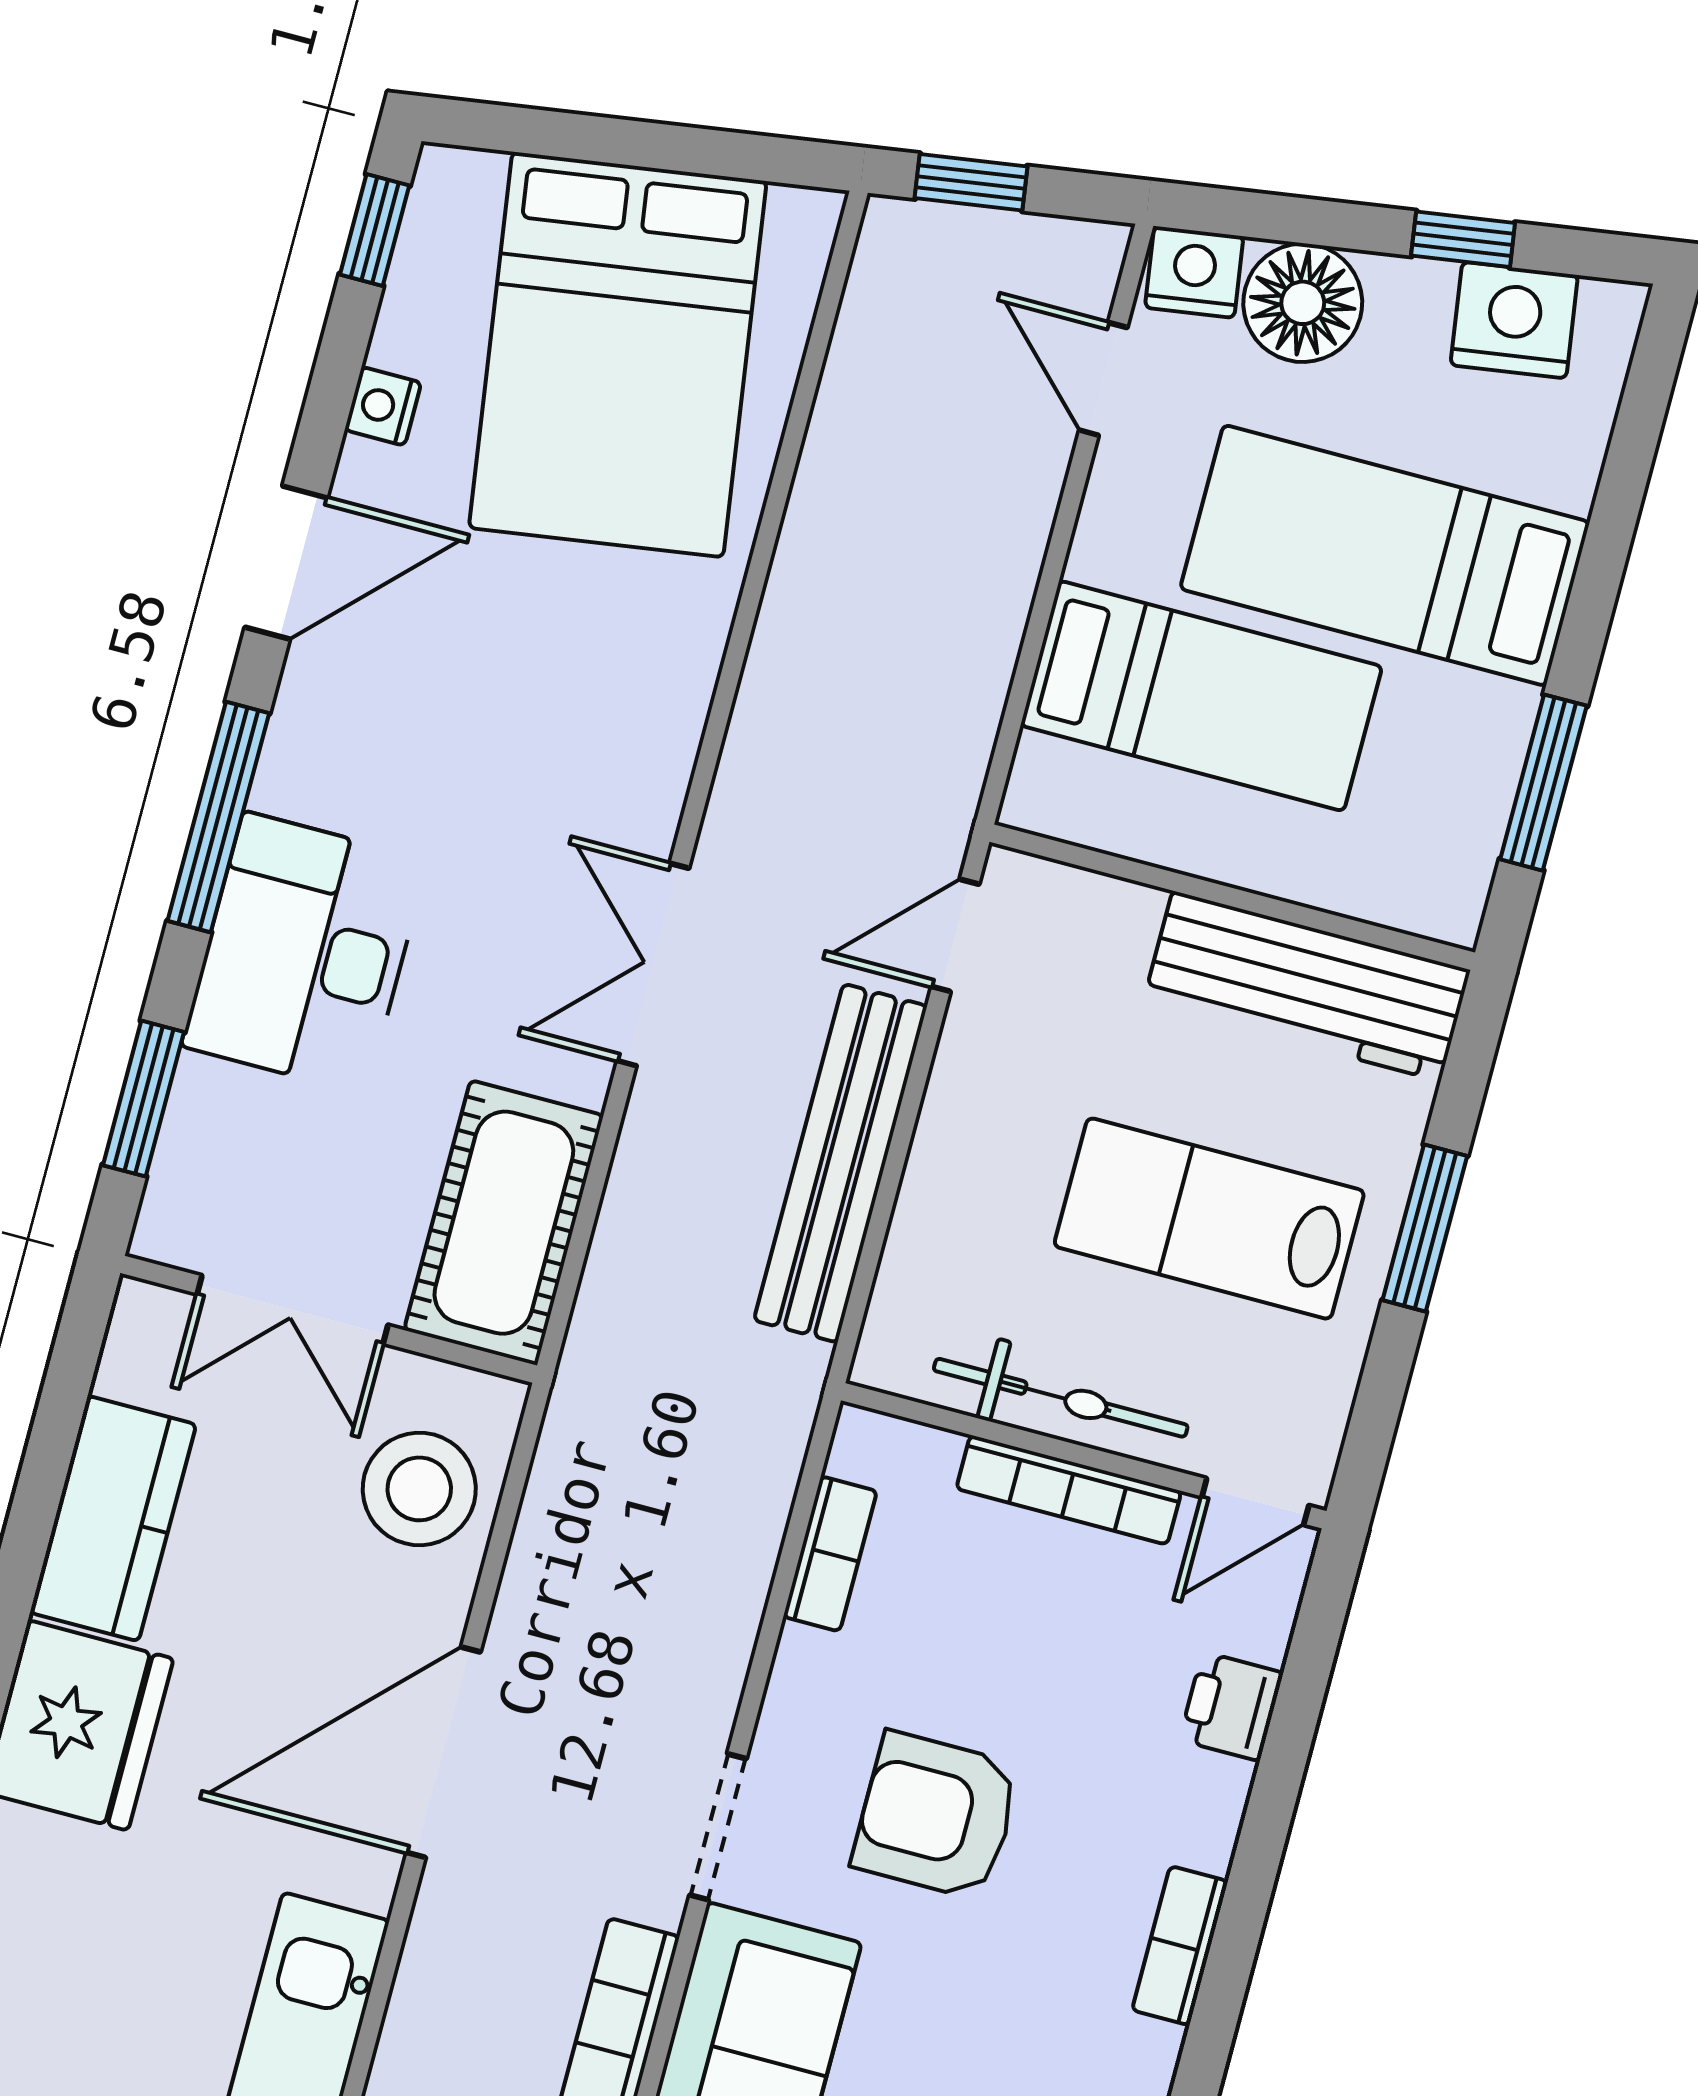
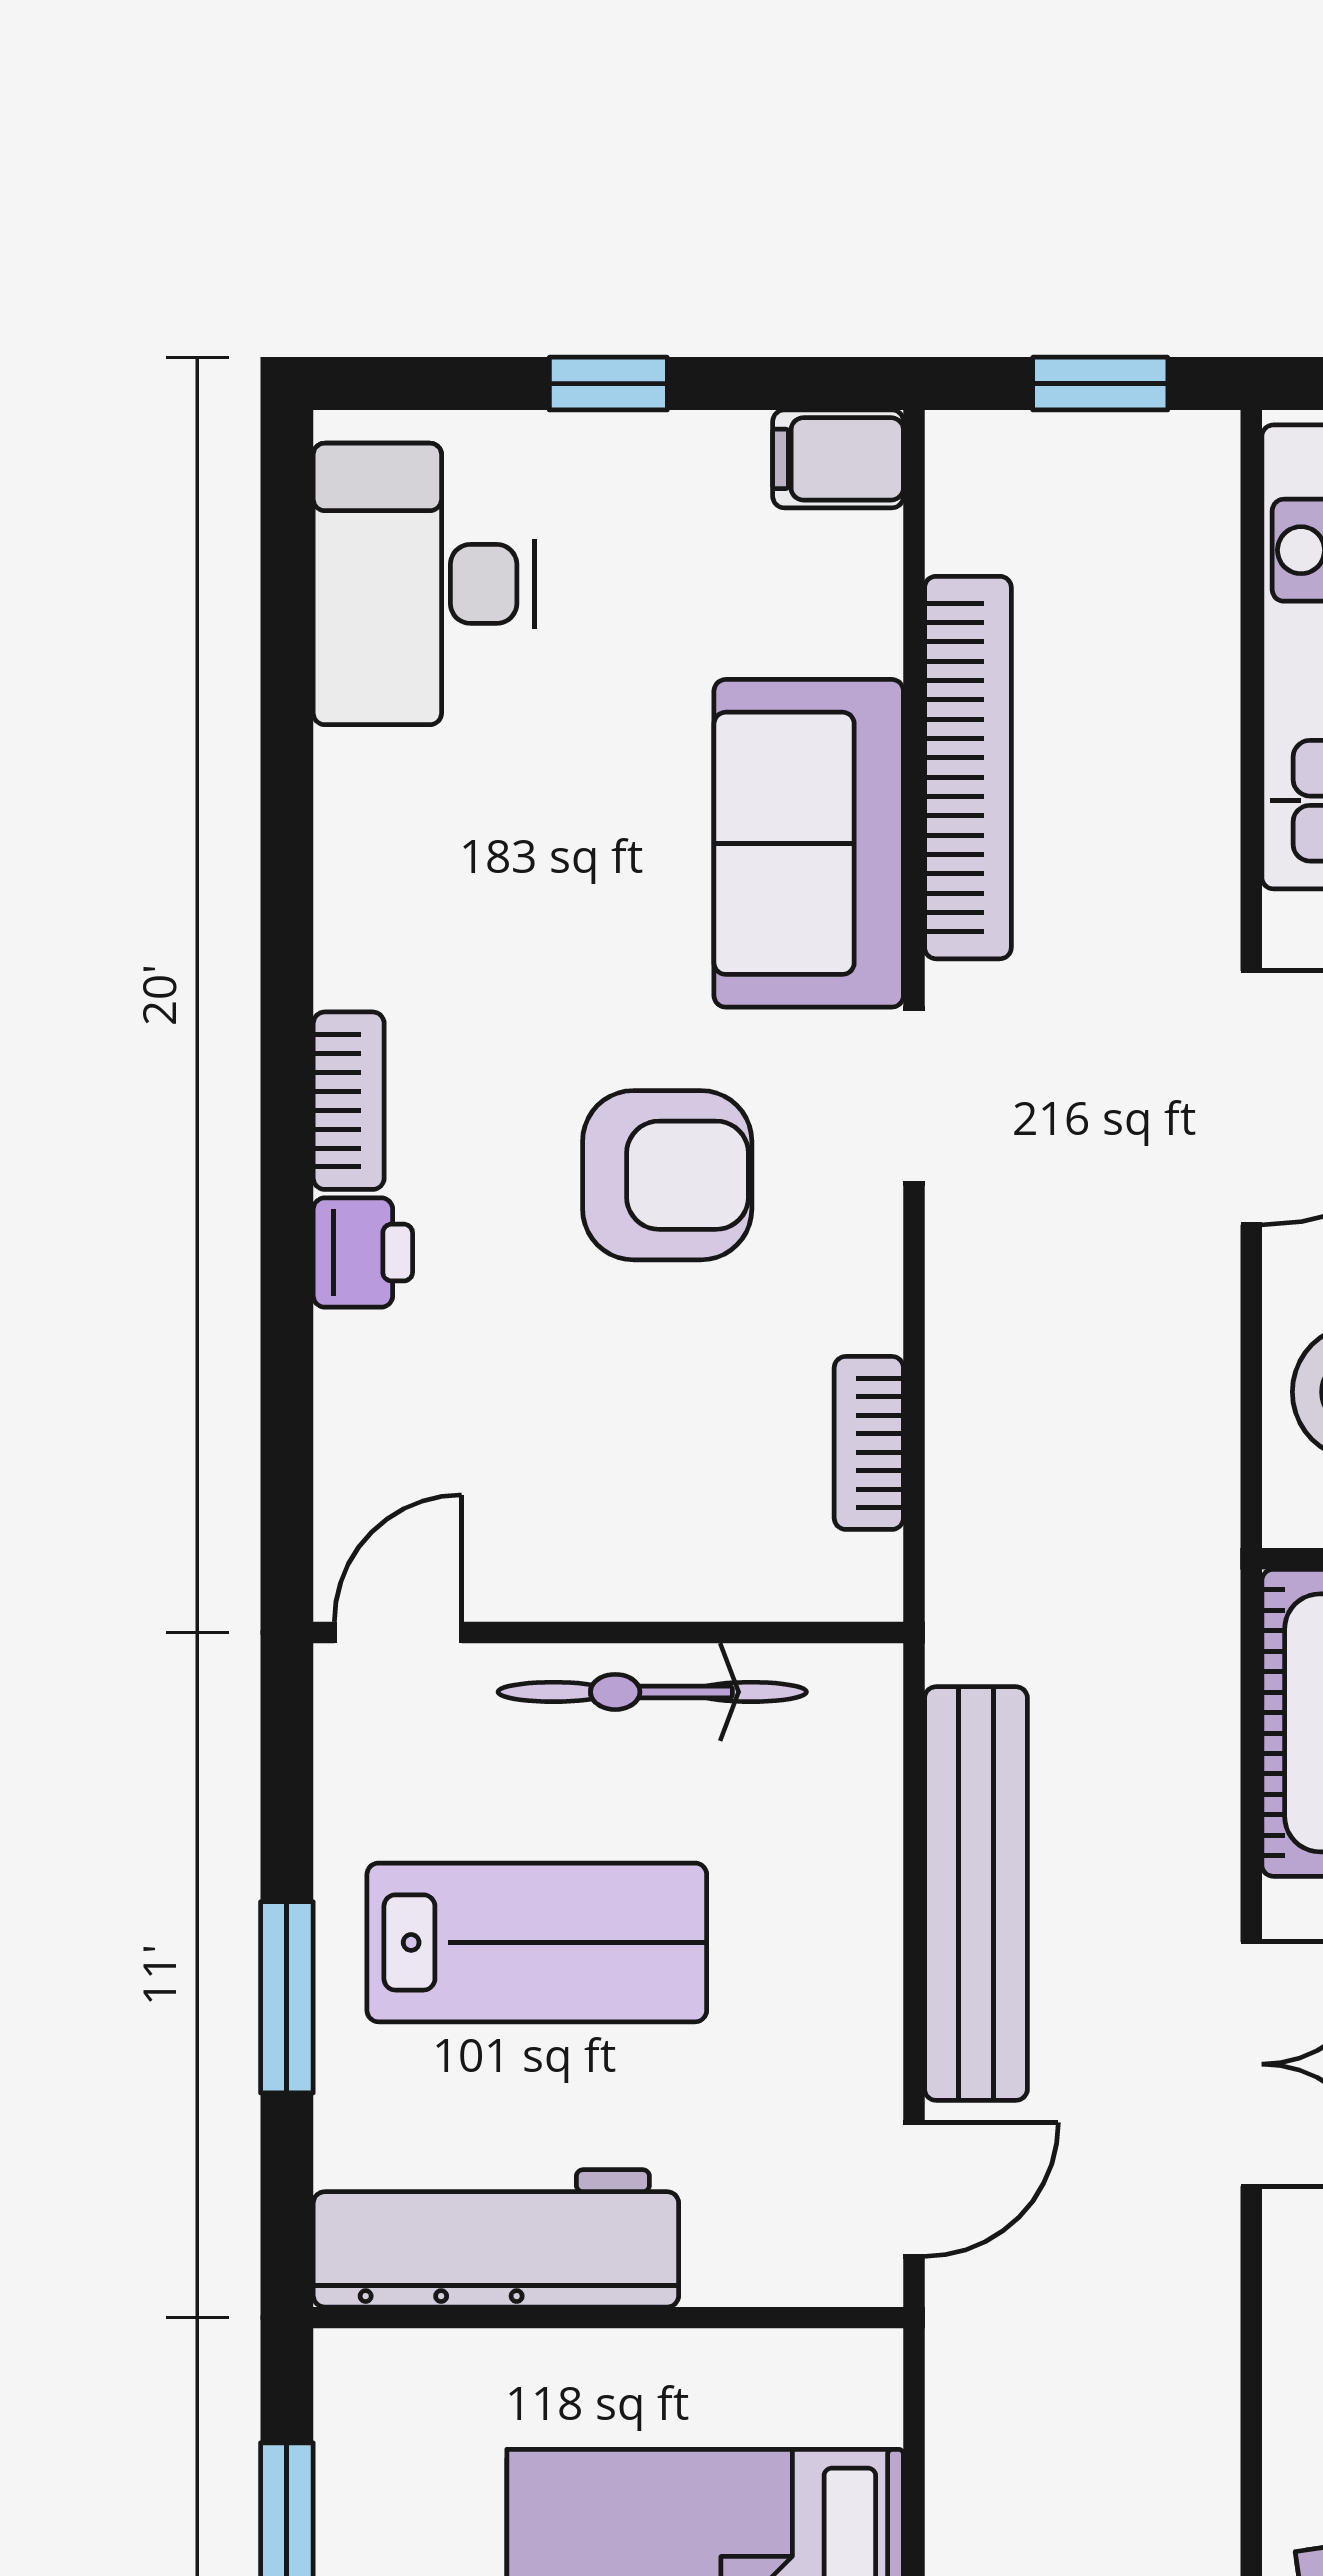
bookcase: (1069, 1490) -> (615, 1589), removed
printer: (1231, 1706) -> (363, 1253), moved

